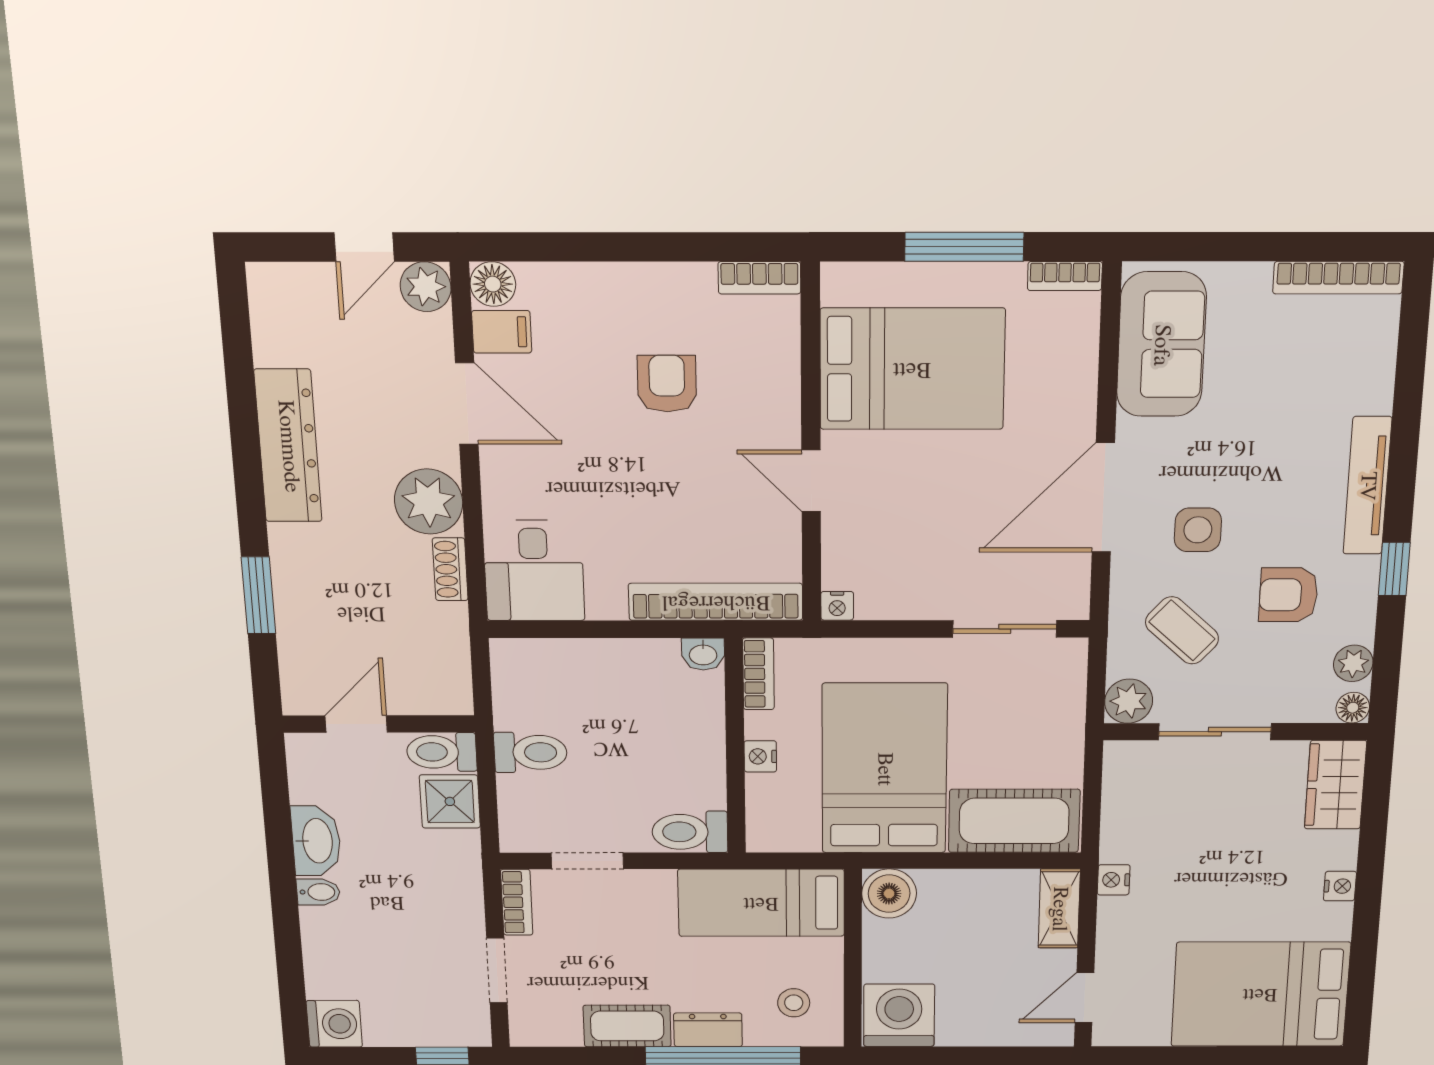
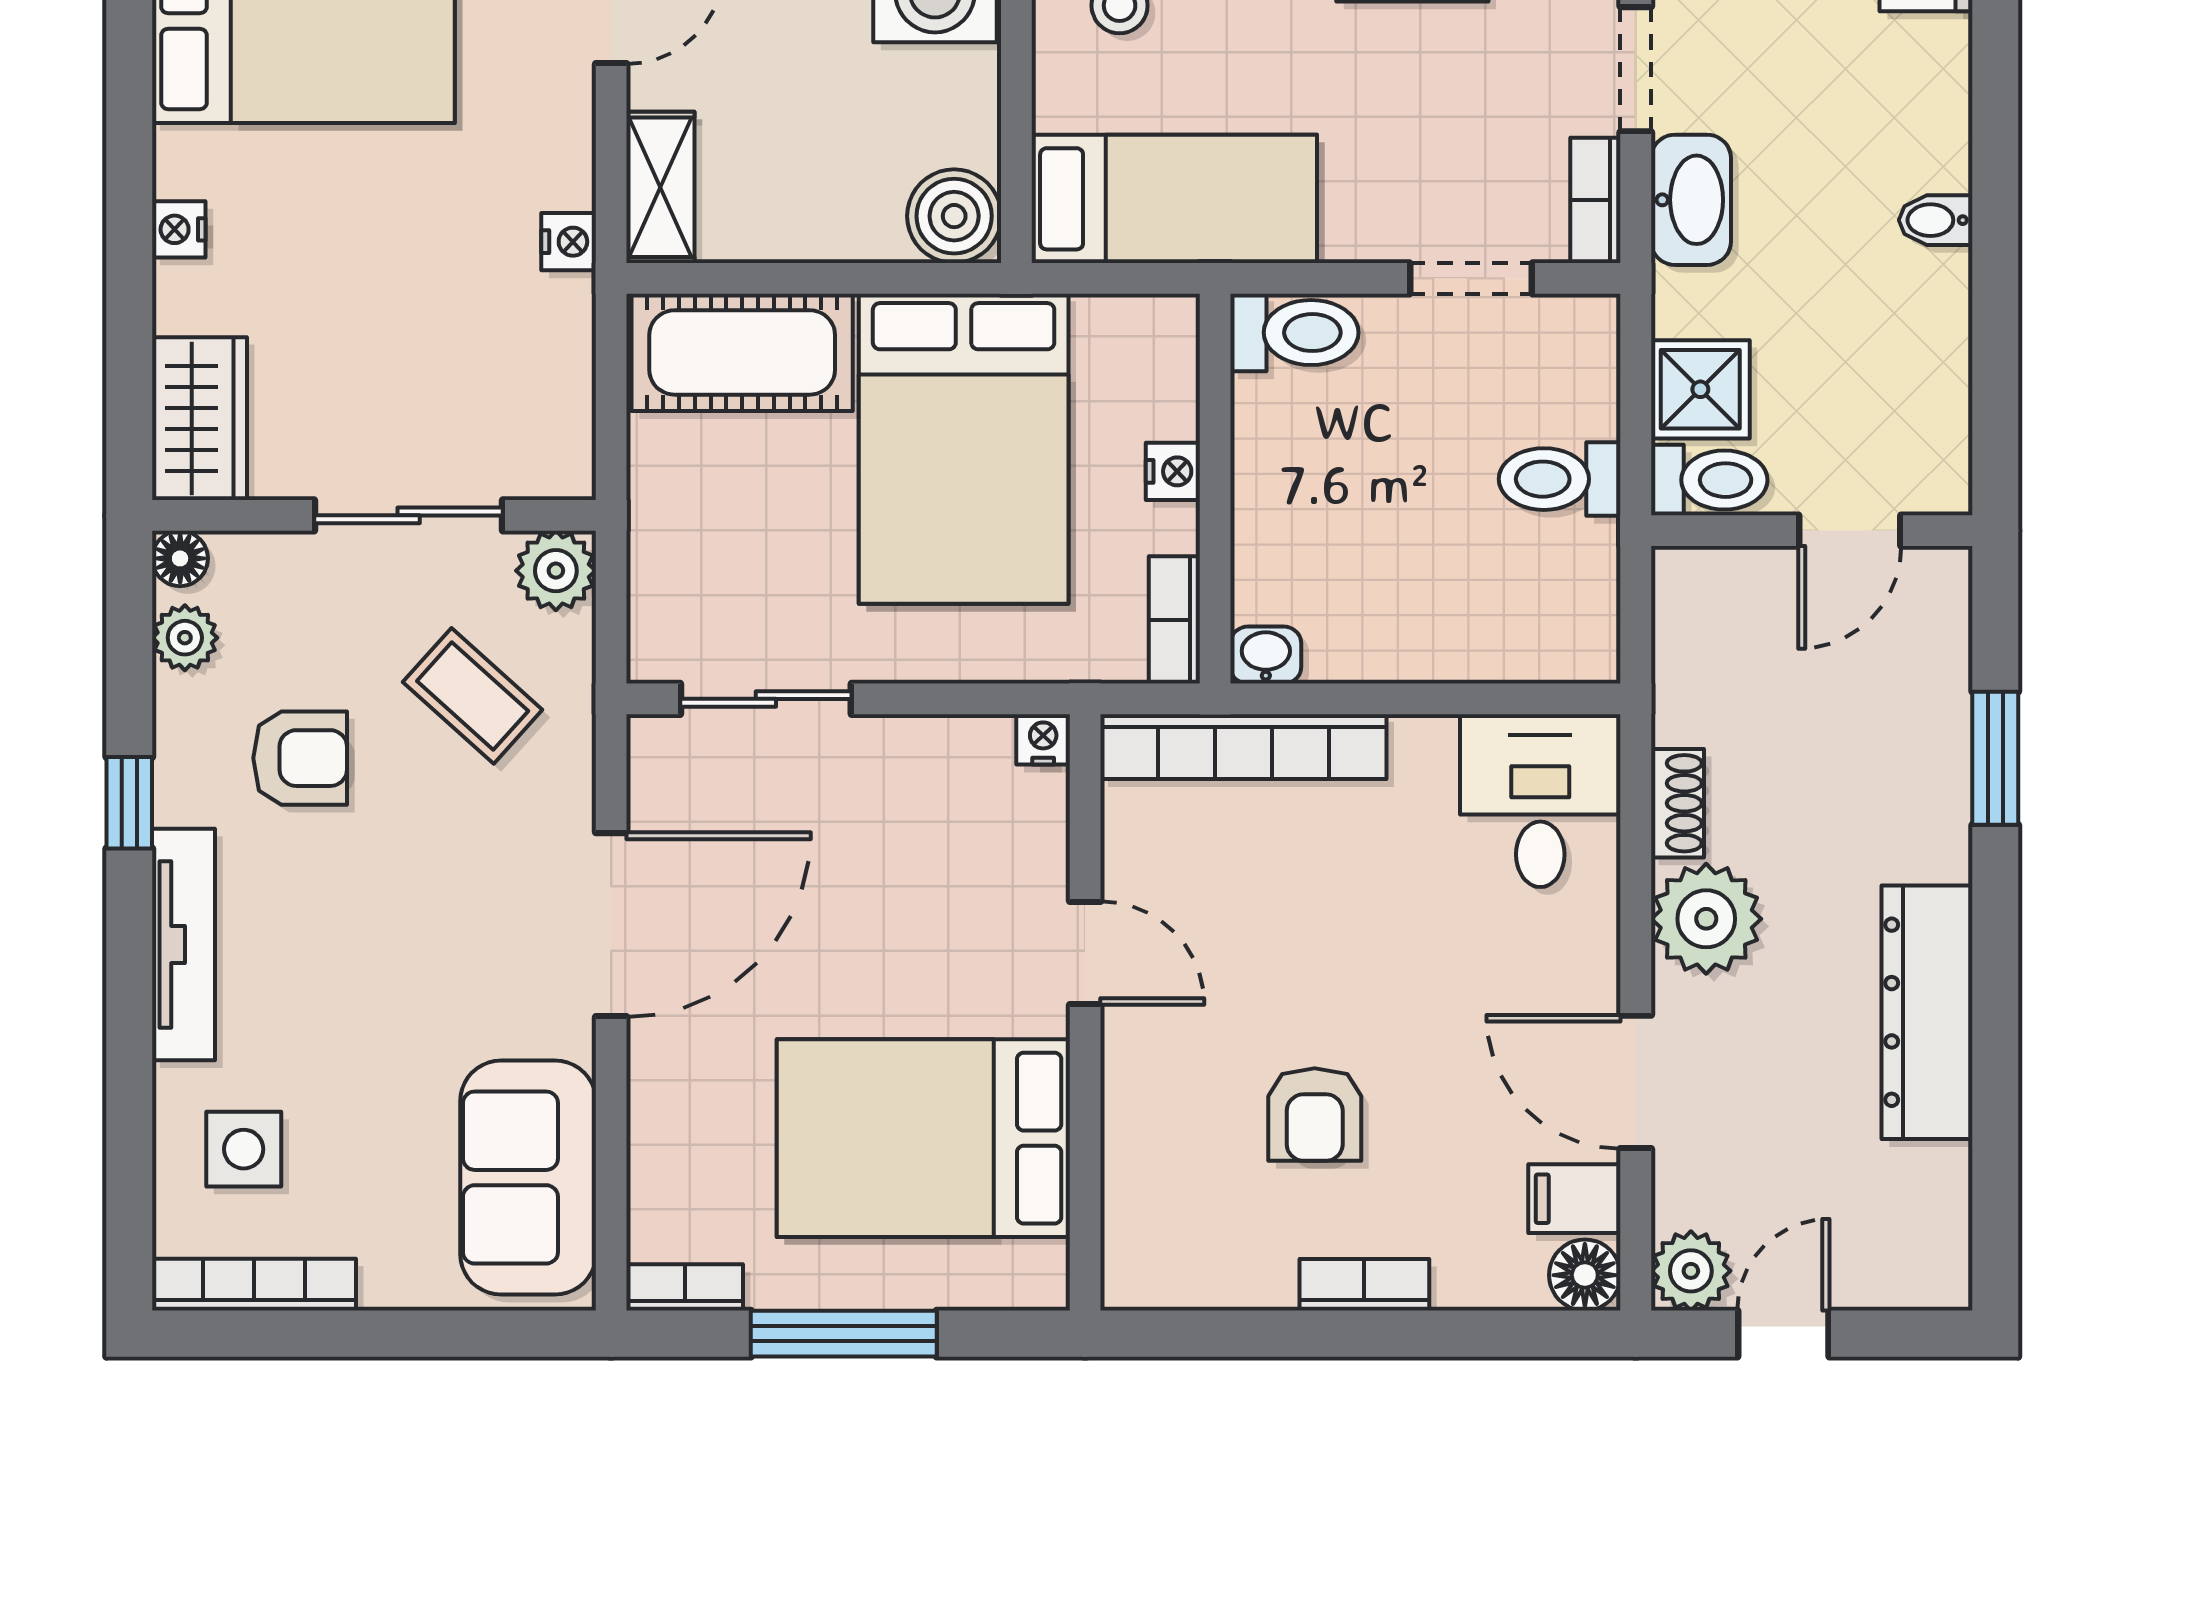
bookcase: (759, 278) -> (1364, 1285), moved
side table: (1198, 530) -> (244, 1149), moved
washbasin: (316, 841) -> (1691, 200), moved, turned 180

